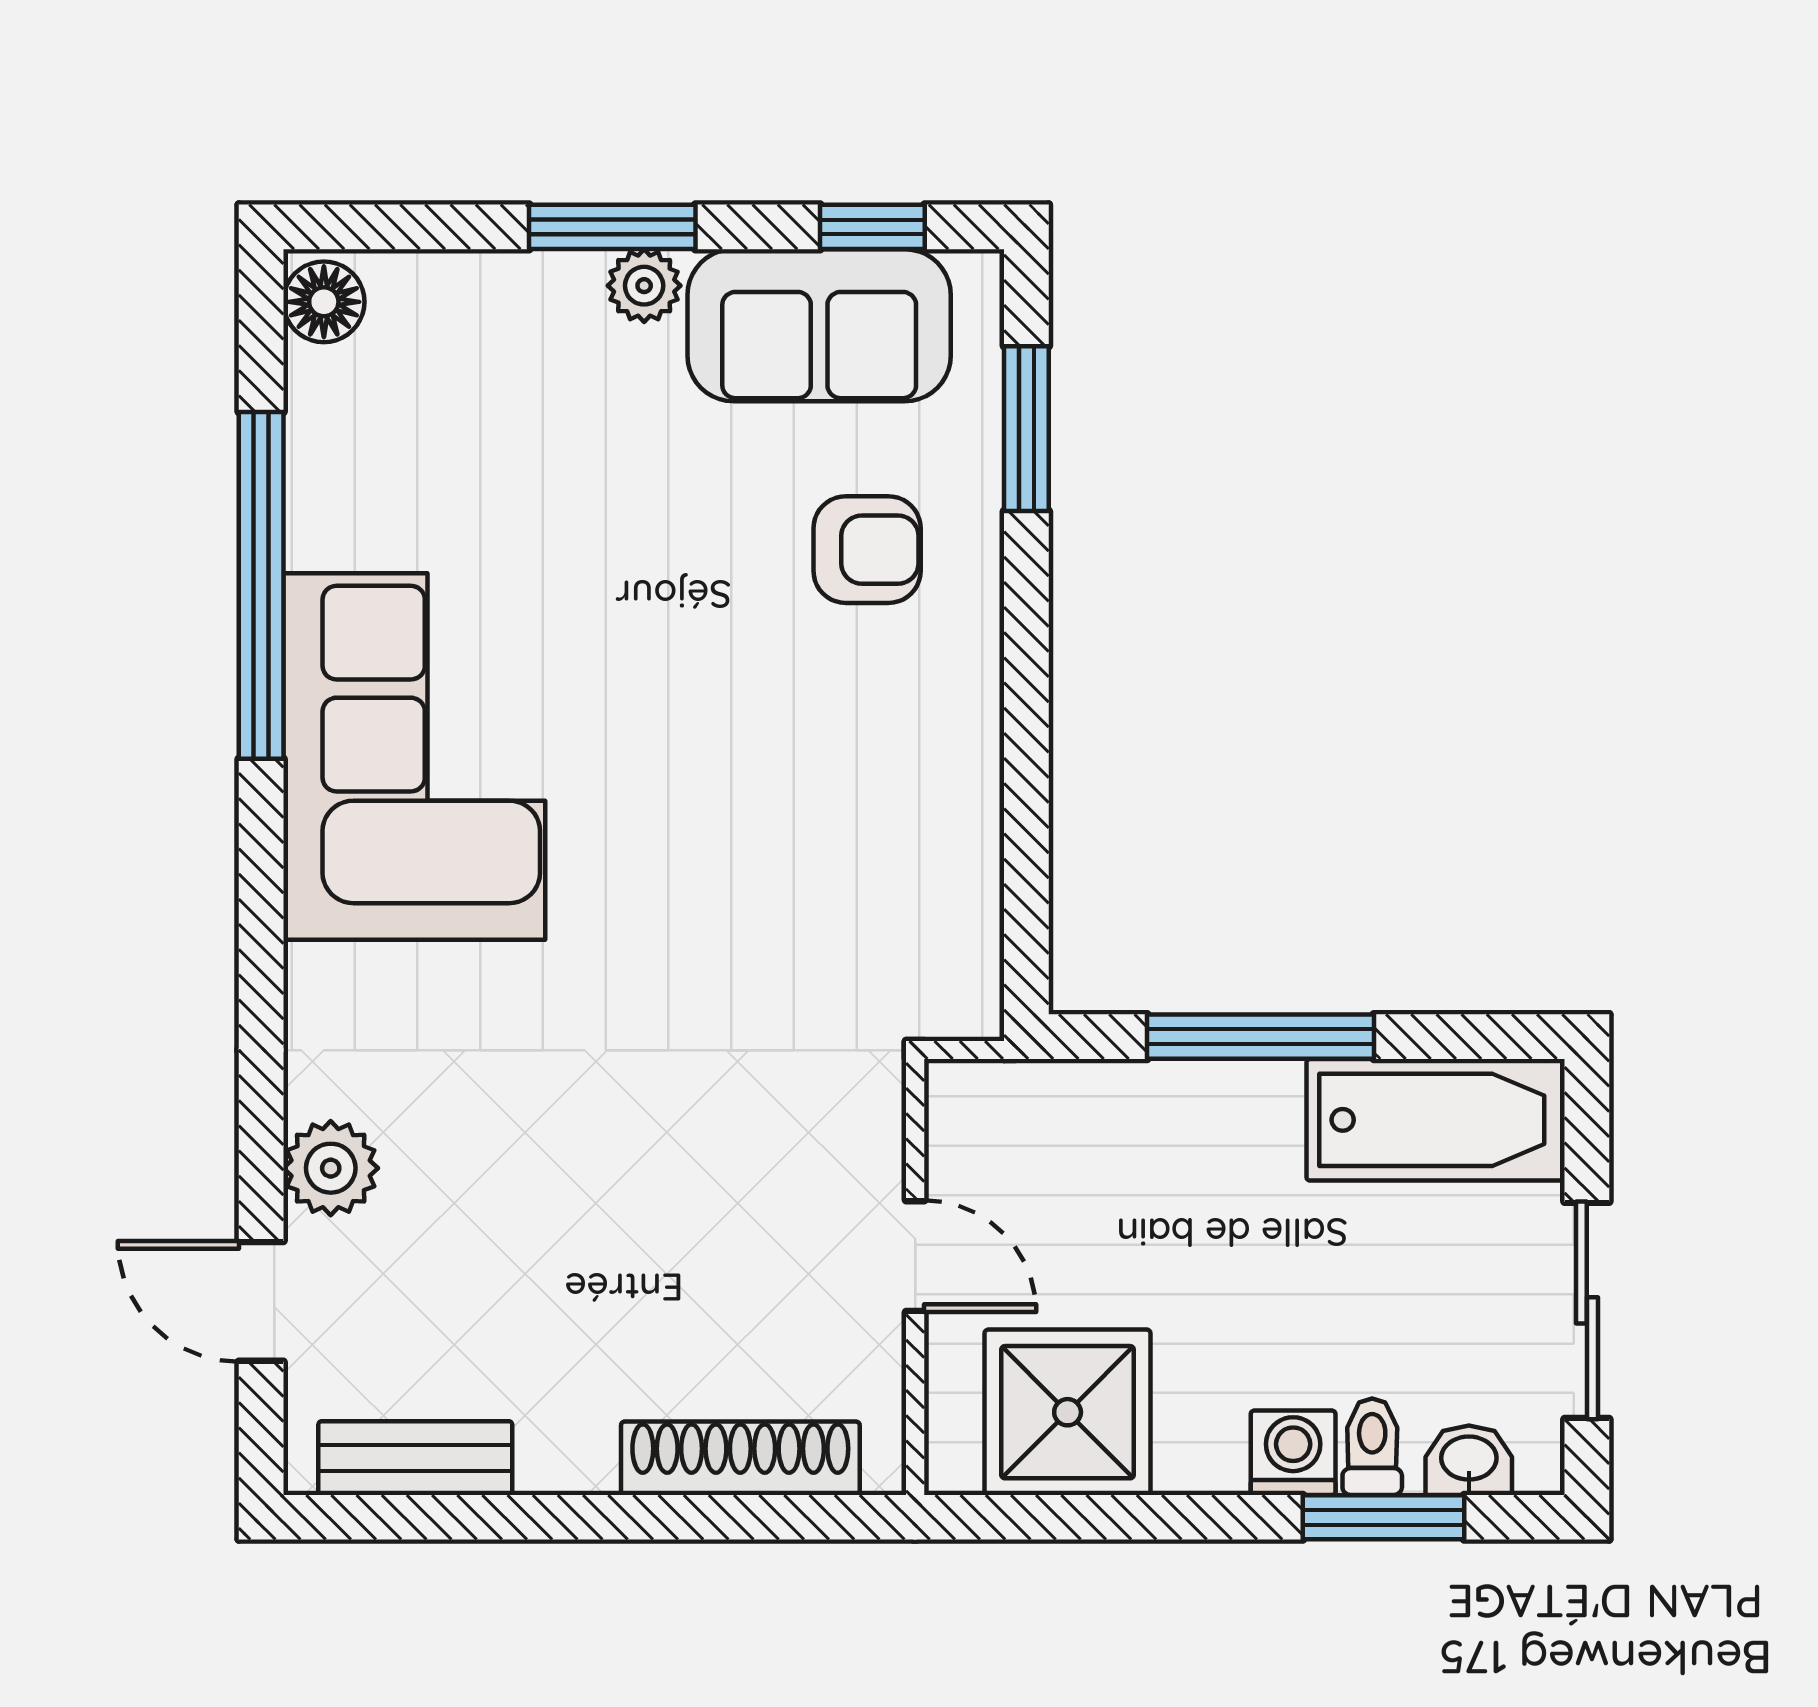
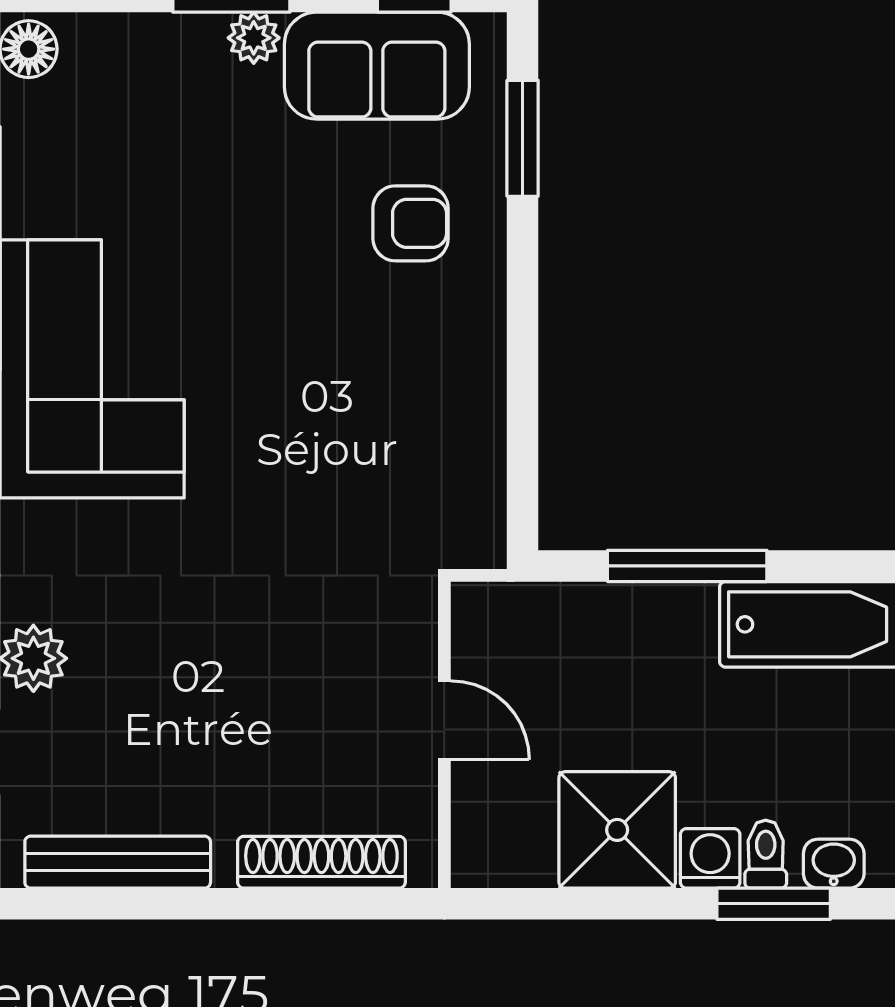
shower: (1068, 1412) -> (617, 830), moved
bench: (415, 1458) -> (118, 862), width x1.36

